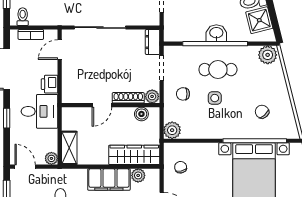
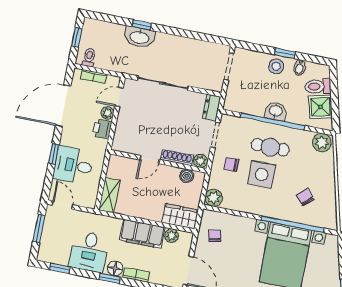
side table: (215, 98) -> (262, 175), width x1.87, depth x1.87
desk: (39, 111) -> (73, 165), moved, turned 180
wardrobe: (134, 155) -> (180, 216), width x0.67
plant: (51, 158) -> (107, 113), moved

